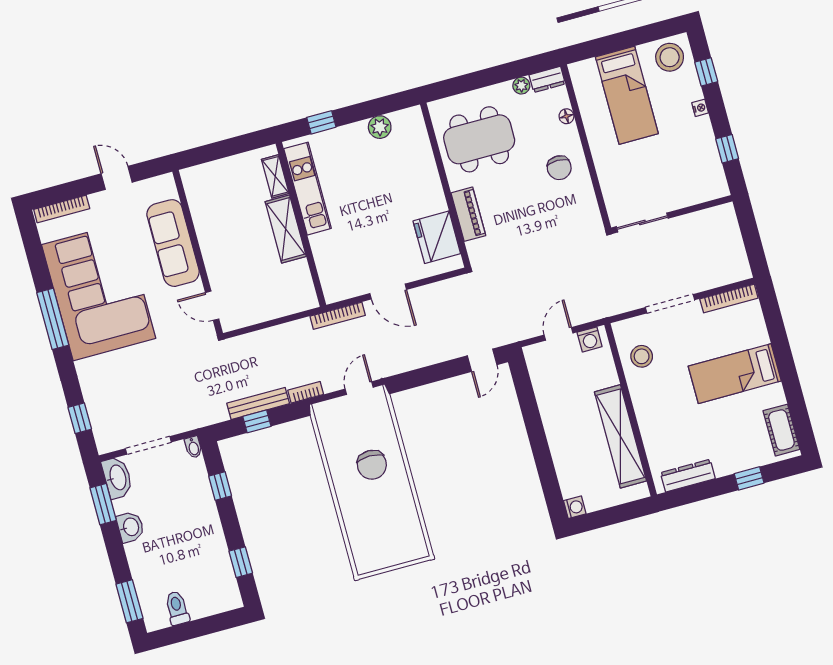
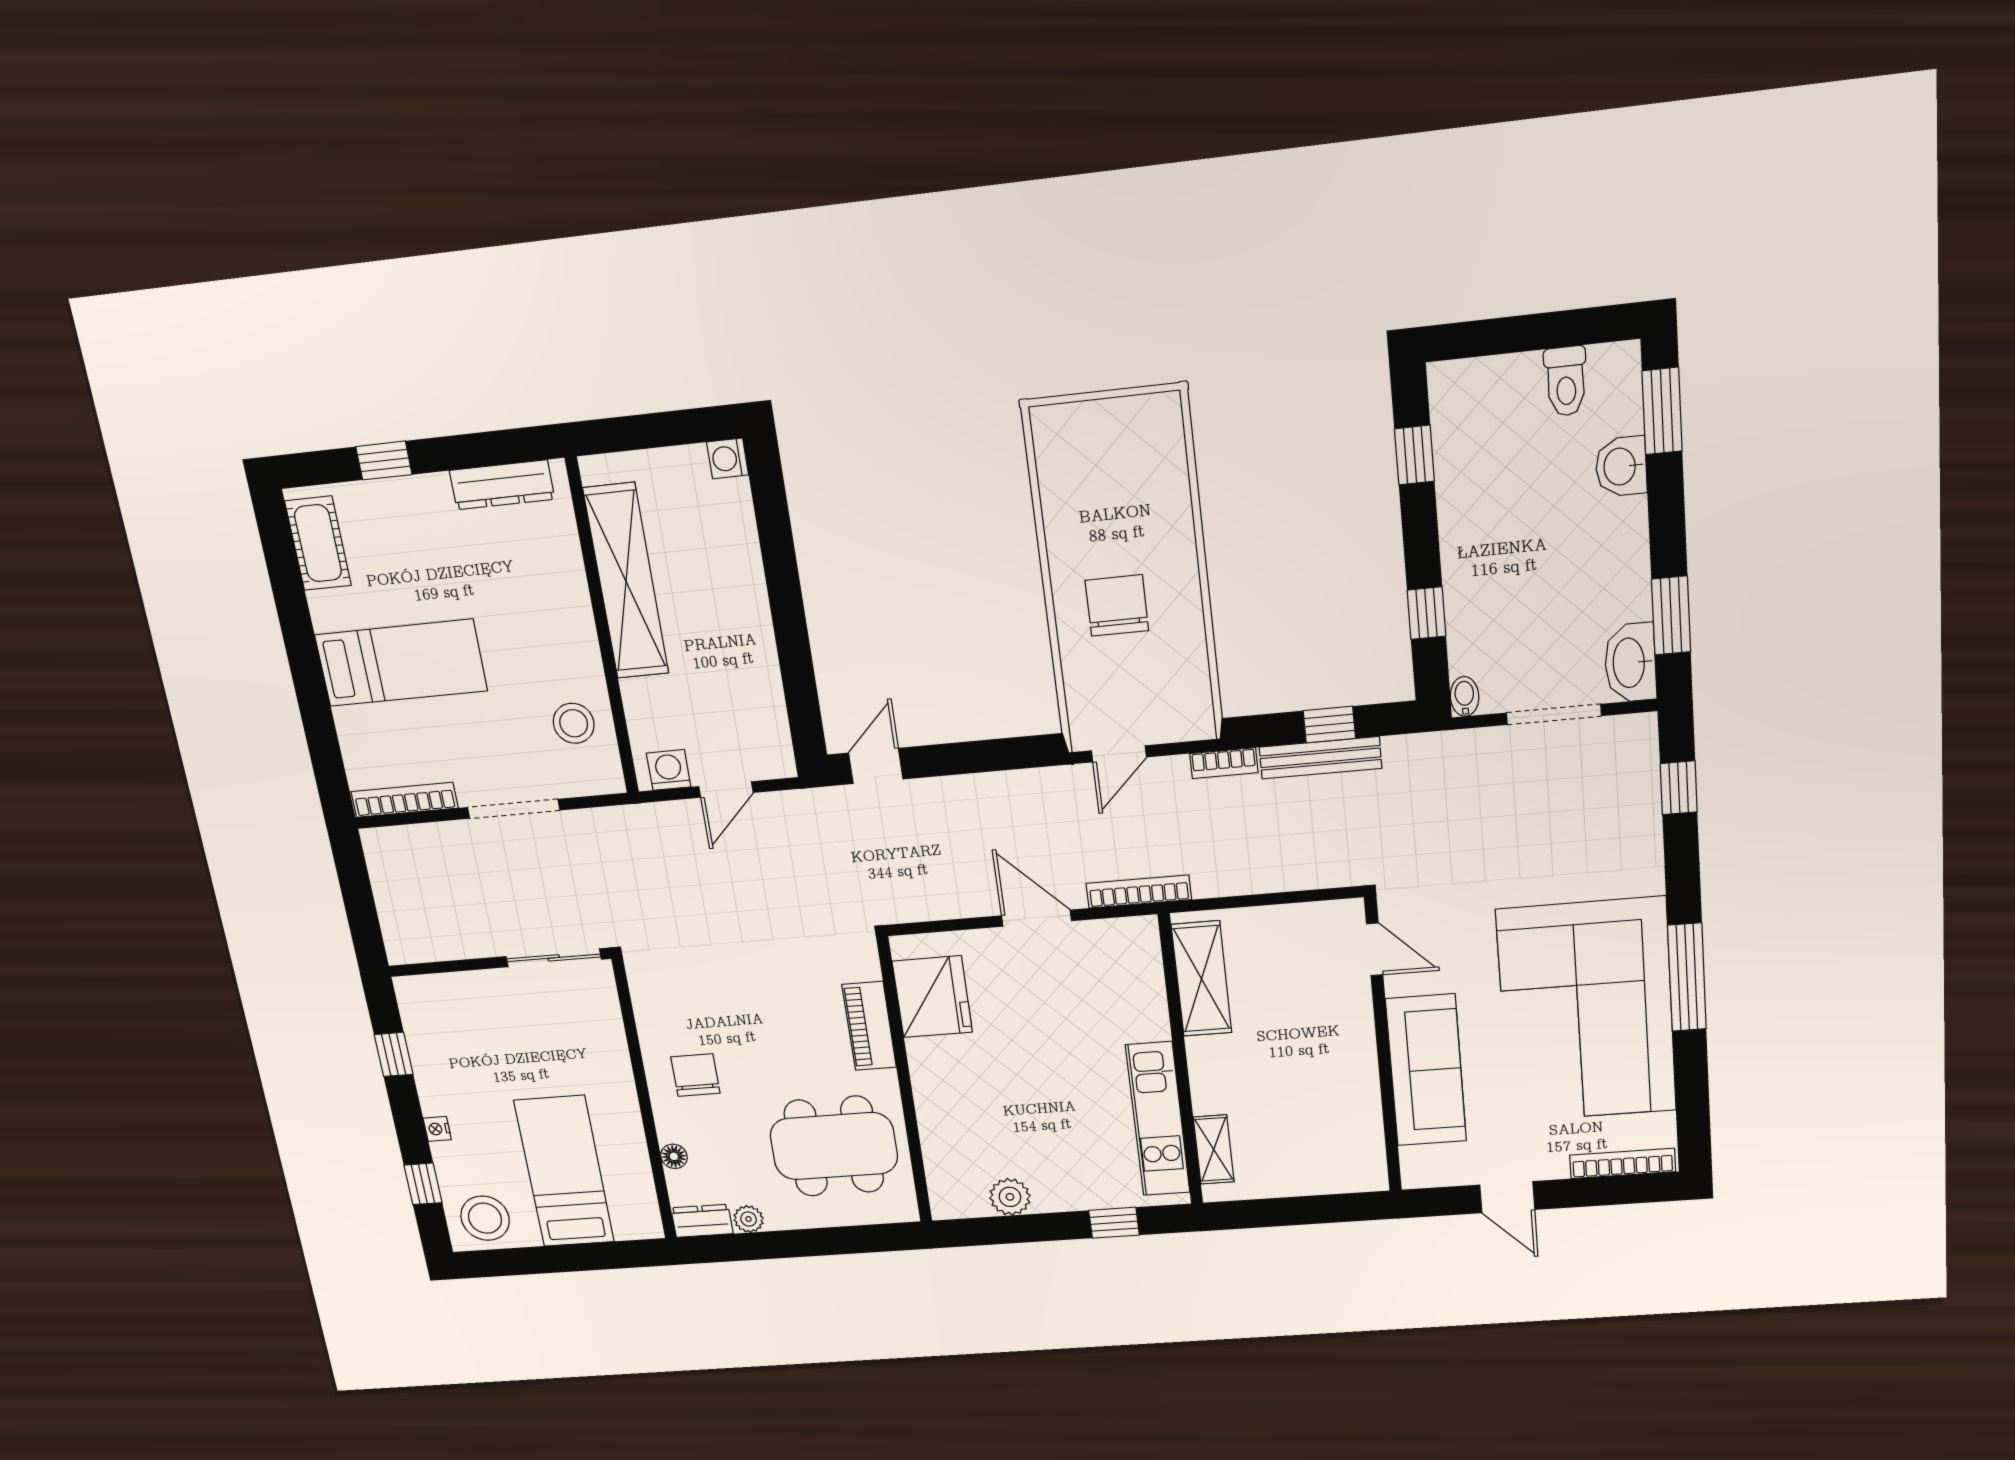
shelving: (286, 229) -> (1202, 979), moved
washbasin: (130, 527) -> (1621, 466), moved

